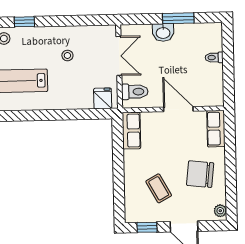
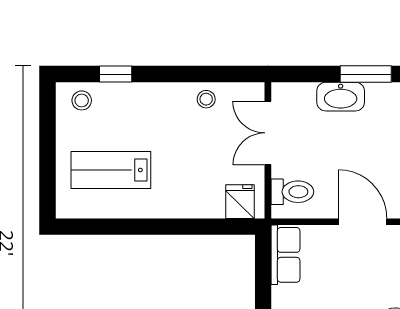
washbasin: (163, 32) -> (341, 97), width x1.38
stool: (67, 55) -> (206, 99), moved
double door: (119, 56) -> (268, 133), swing flipped

